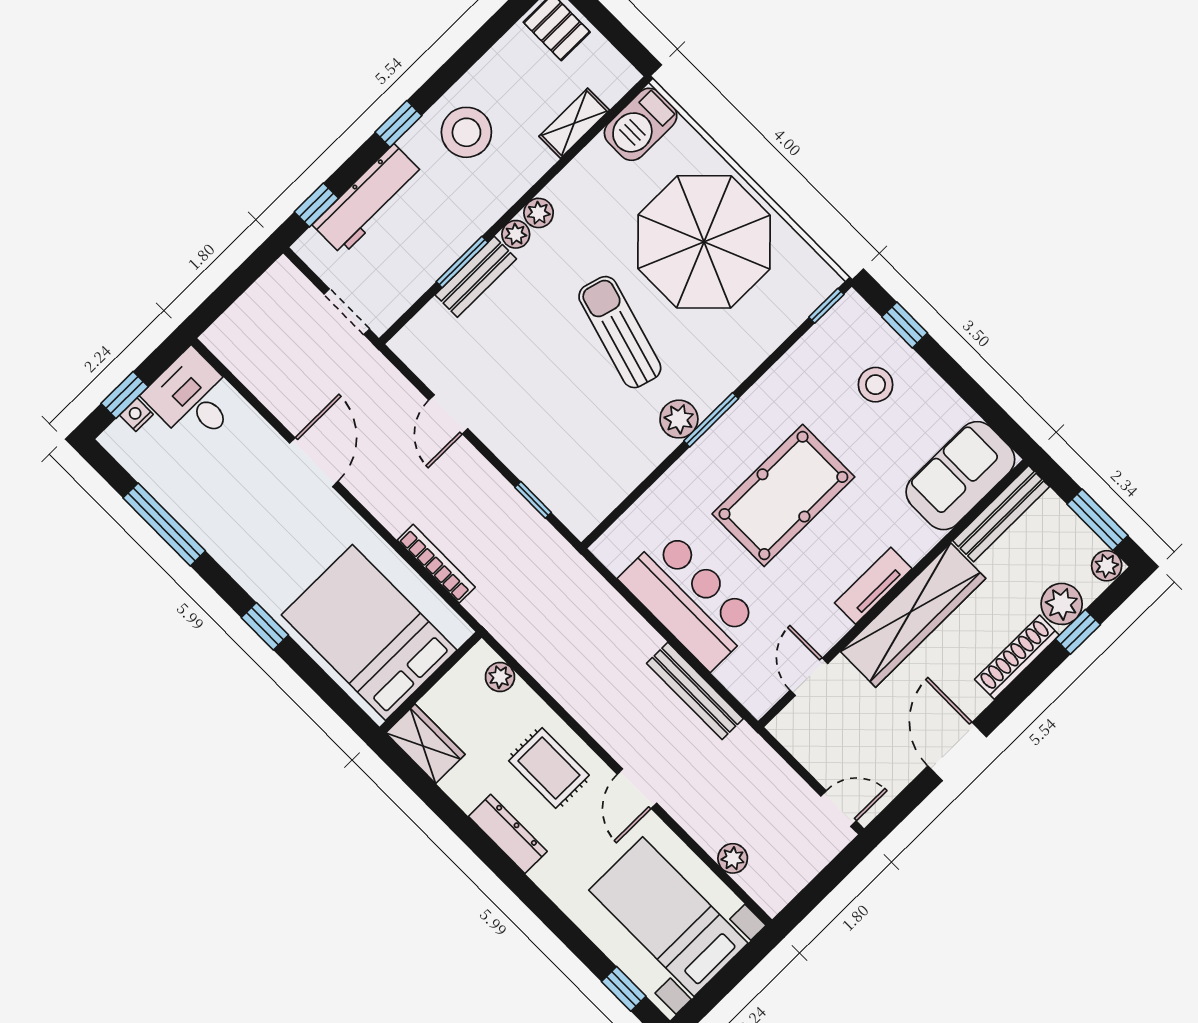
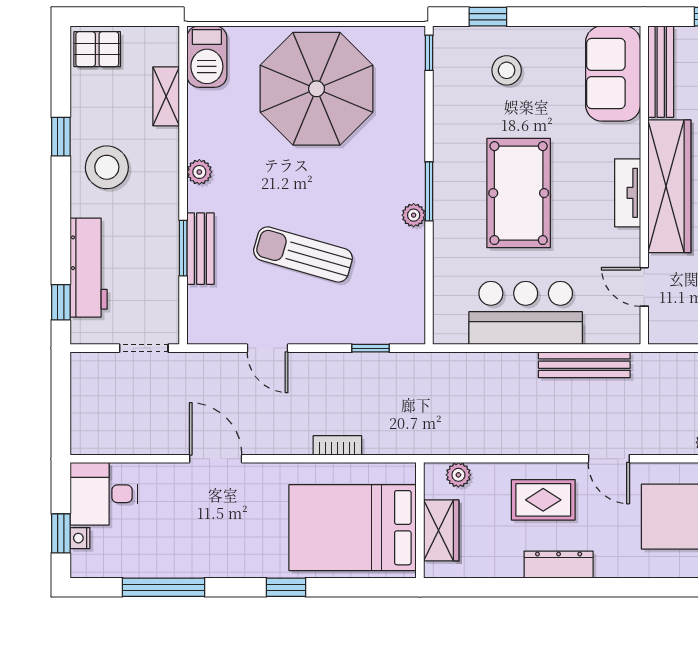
window: (398, 124) -> (61, 137), moved
plant: (516, 234) -> (199, 199), removed
sun lounger: (620, 332) -> (303, 254), moved
plant: (679, 419) -> (414, 215), width x0.73, depth x0.73
bookcase: (436, 564) -> (337, 445), width x0.64
wardrobe: (425, 744) -> (441, 530), moved, turned 90

